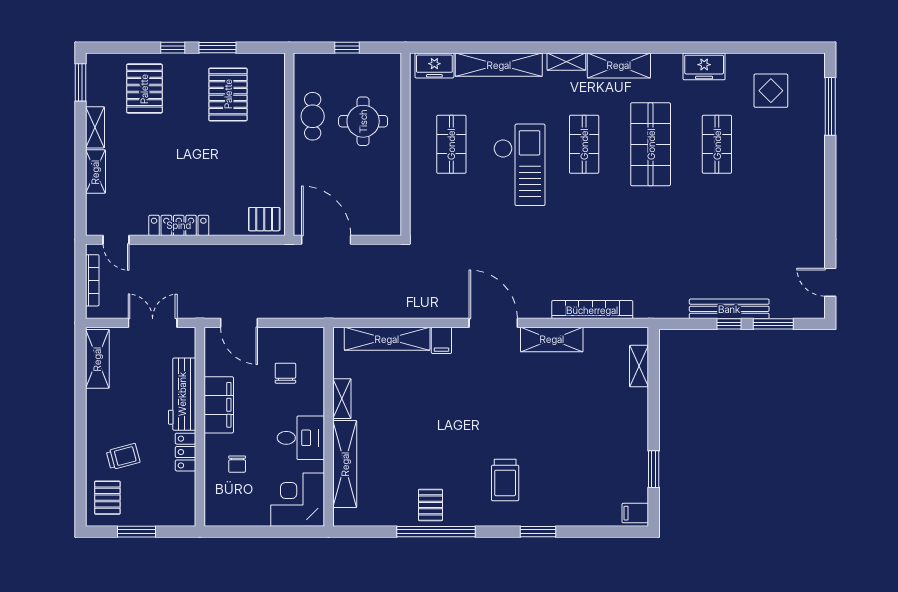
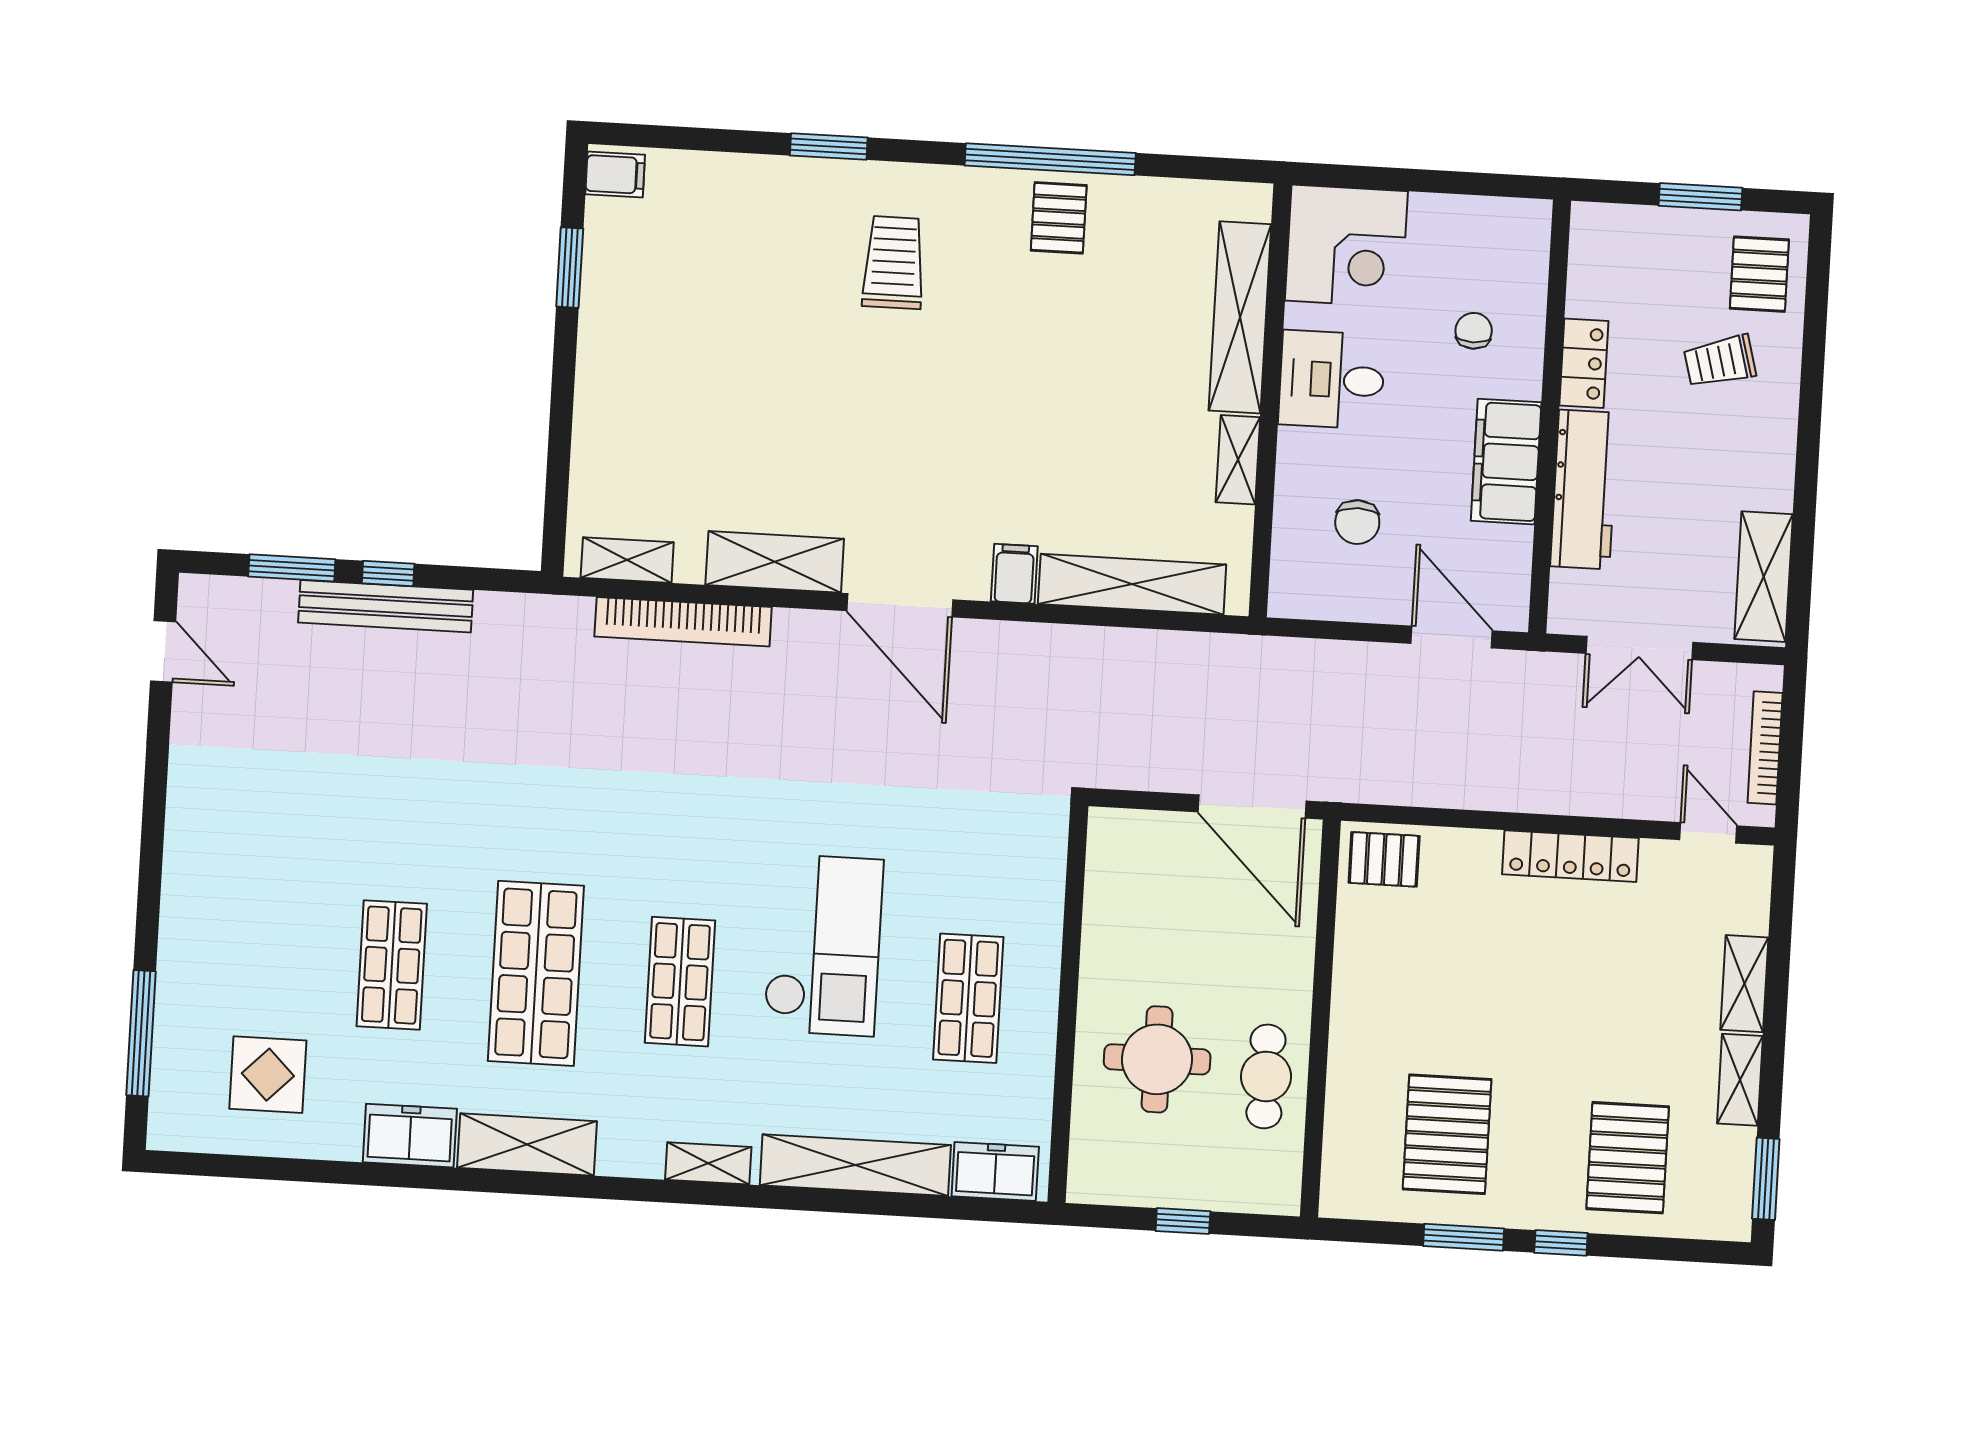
shelving: (619, 65) -> (527, 1144), moved
checkout: (519, 165) -> (823, 945), turned 180
shelving: (639, 366) -> (627, 560), moved, turned 90

